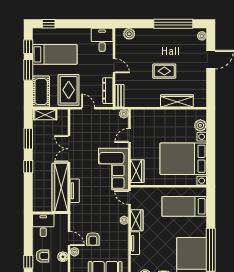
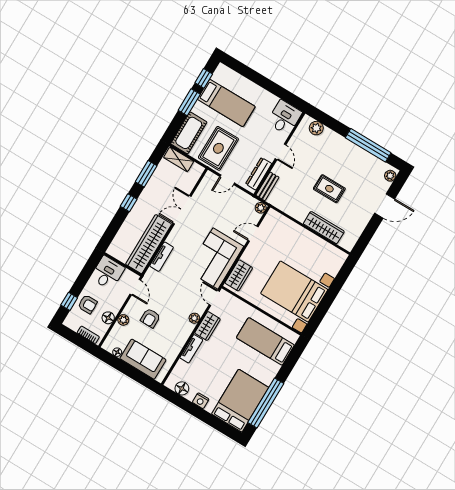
window: (49, 24) -> (239, 67), removed
door: (88, 108) -> (227, 180), swing flipped
plant: (200, 125) -> (333, 268), removed
door: (69, 239) -> (135, 287), moved

